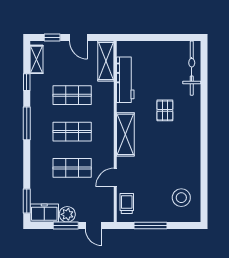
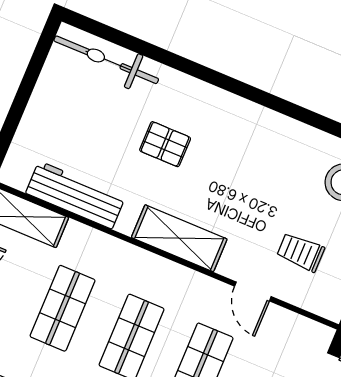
trolley: (127, 203) -> (301, 252), moved

